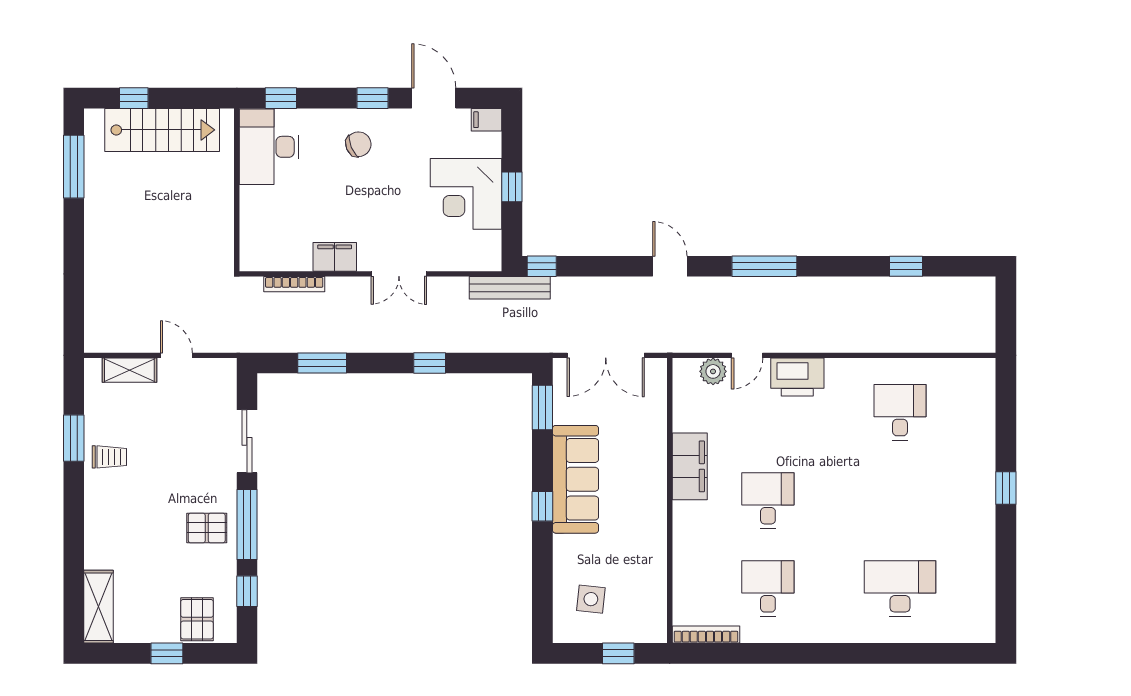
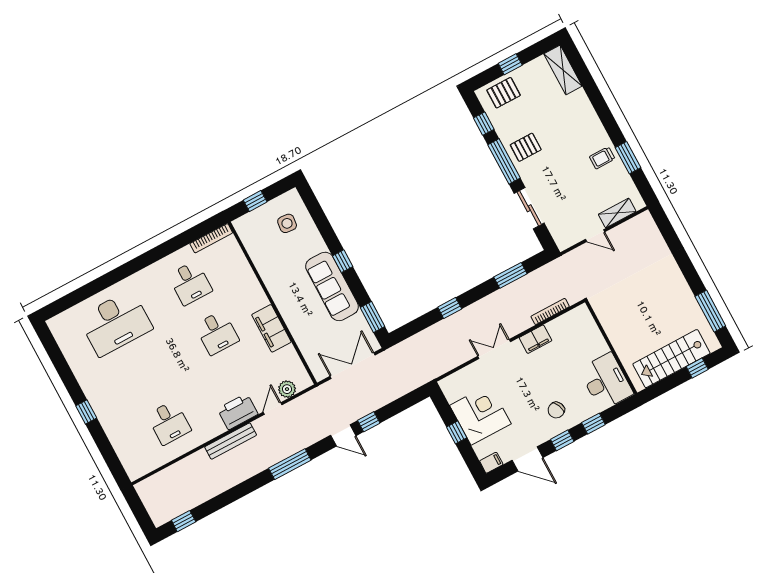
window: (281, 98) -> (593, 424), moved
window: (542, 266) -> (369, 422), moved
window: (906, 266) -> (184, 521), moved
bench: (510, 288) -> (231, 441), moved
desk: (900, 589) -> (115, 323), width x1.36, depth x1.30
pallet: (197, 619) -> (504, 93), turned 90

